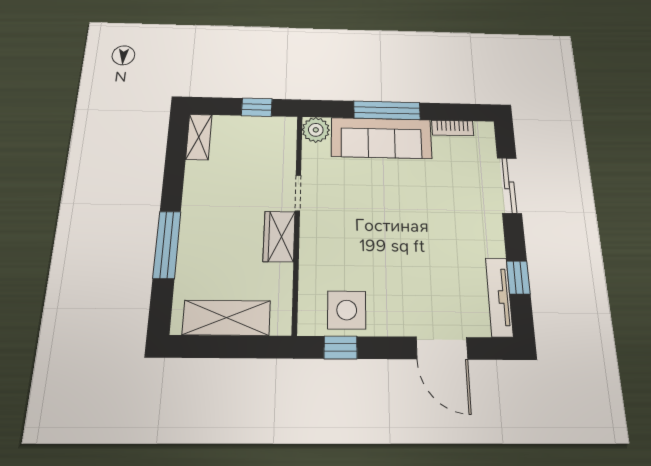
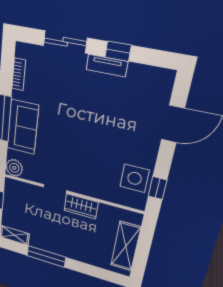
sofa: (381, 138) -> (23, 127), width x0.73
window: (167, 245) -> (46, 256), moved
window: (518, 278) -> (118, 51), moved
tv unit: (499, 297) -> (107, 66), moved, width x0.71

